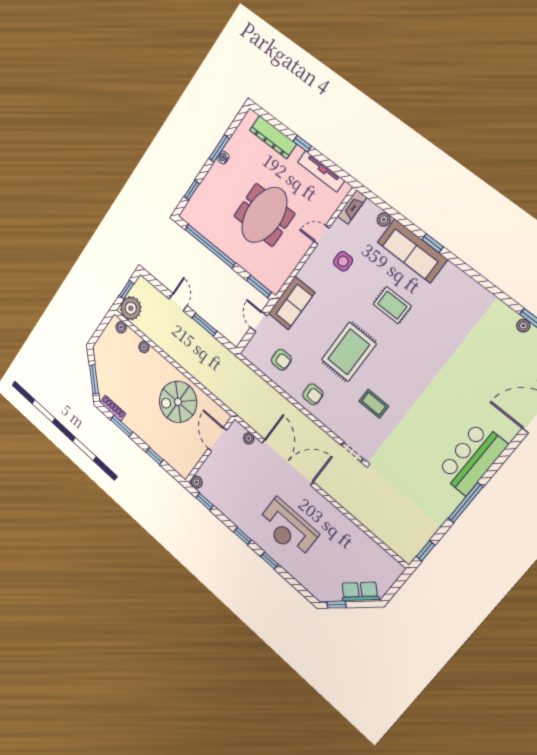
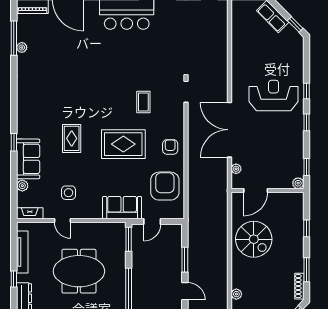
sofa: (412, 251) -> (28, 159), width x0.73
door: (178, 302) -> (185, 291), swing flipped
armchair: (281, 360) -> (165, 186), width x1.88, depth x1.88
reception desk: (288, 528) -> (274, 96), turned -90

